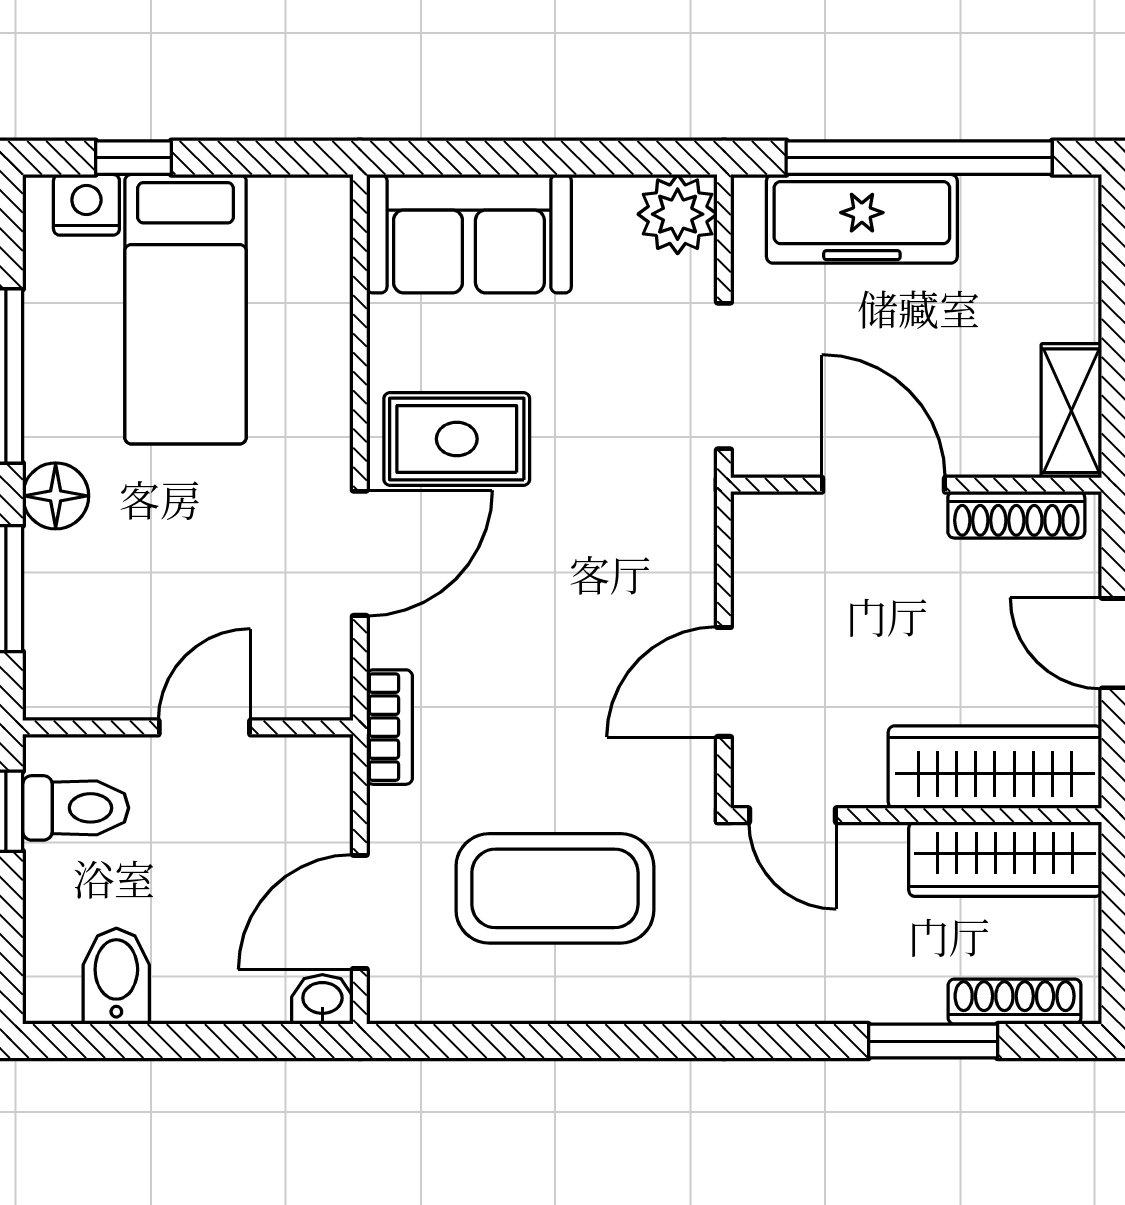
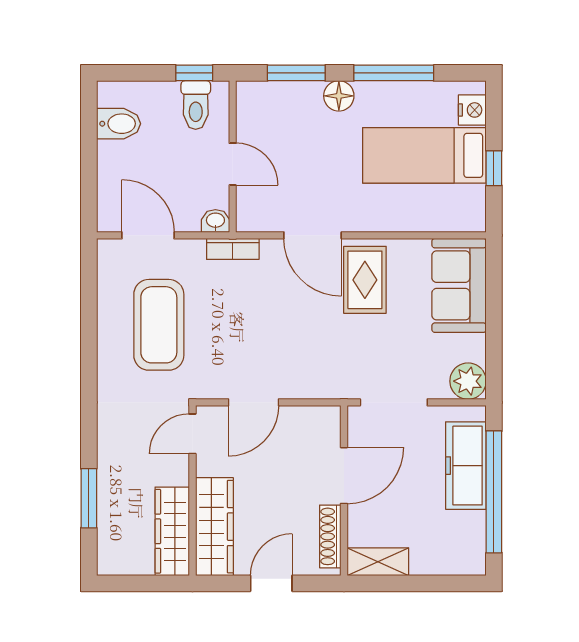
window: (133, 158) -> (494, 168), moved
door: (724, 682) -> (253, 402), swing flipped
washbasin: (322, 999) -> (215, 221), moved, turned -90
shoe rack: (1015, 1002) -> (107, 536), removed

